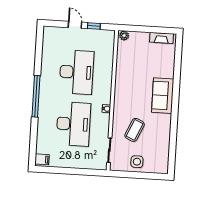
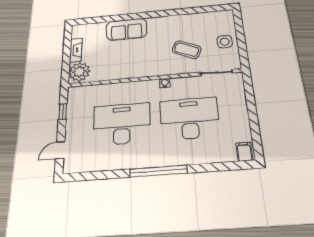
door: (75, 25) -> (60, 150), moved
plant: (124, 36) -> (79, 72), width x1.88, depth x1.88
fireplace: (161, 38) -> (76, 50), moved
sofa: (163, 96) -> (127, 29), moved

